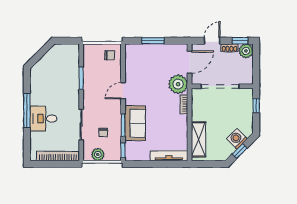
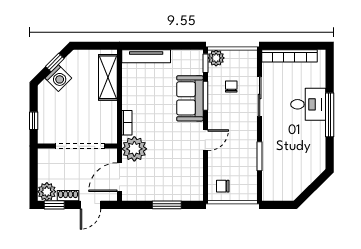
plant: (98, 154) -> (216, 58), moved

